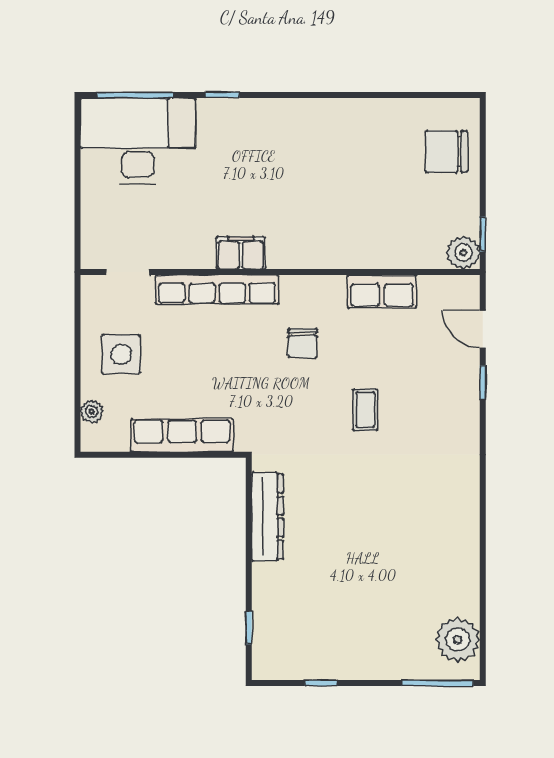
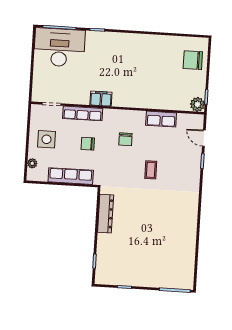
row of seats: (217, 290) -> (83, 113), width x0.73
chair: (217, 358) -> (88, 144), added
plant: (458, 640) -> (185, 272), removed

